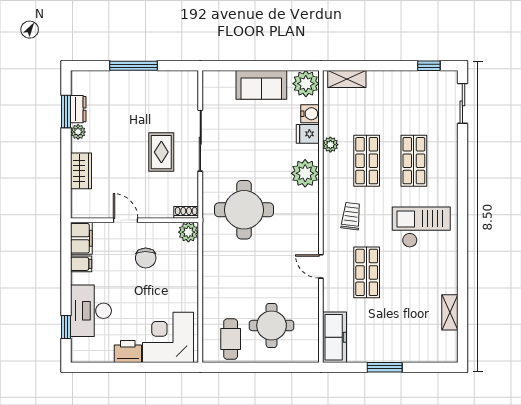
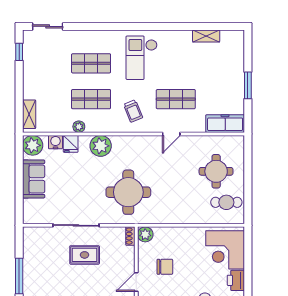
trolley: (351, 216) -> (133, 111), turned -119

